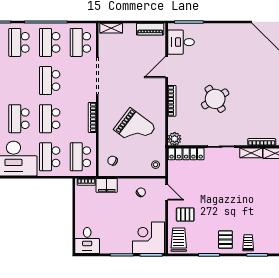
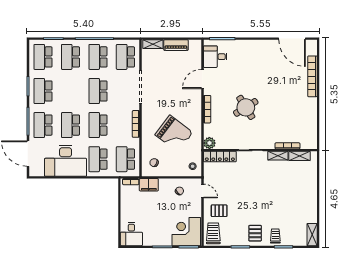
piano: (150, 29) -> (176, 45), moved

